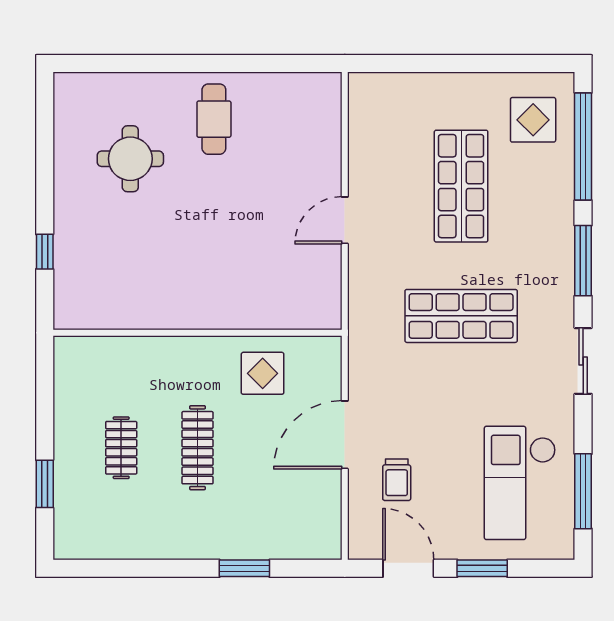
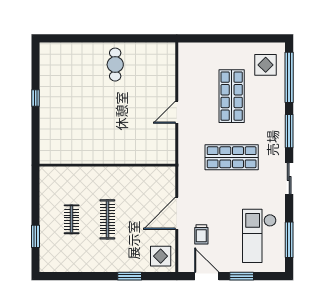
round table: (130, 159) -> (76, 83), removed
window: (45, 252) -> (36, 98), moved
display table: (263, 373) -> (161, 256), moved

